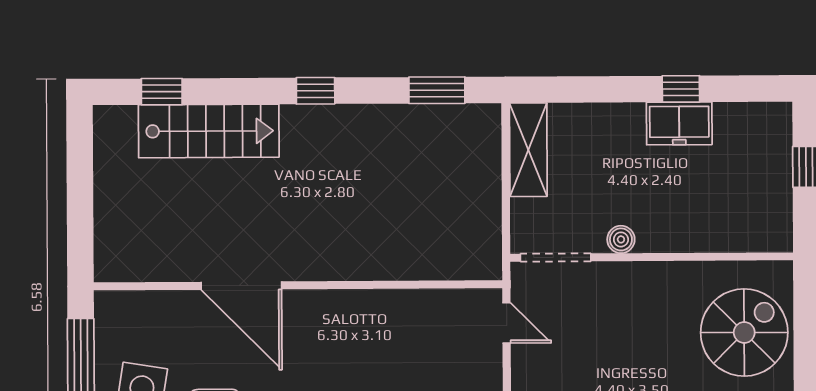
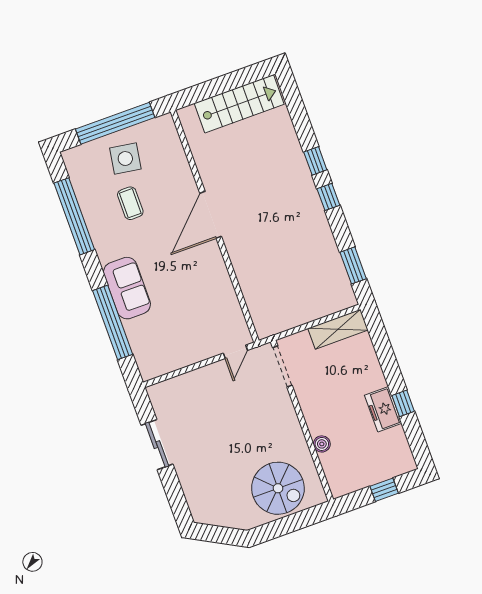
window: (162, 92) -> (315, 161), moved
stairs: (209, 131) -> (239, 104), moved, turned -90
boiler: (621, 239) -> (322, 444), moved
door: (241, 286) -> (211, 215), moved

